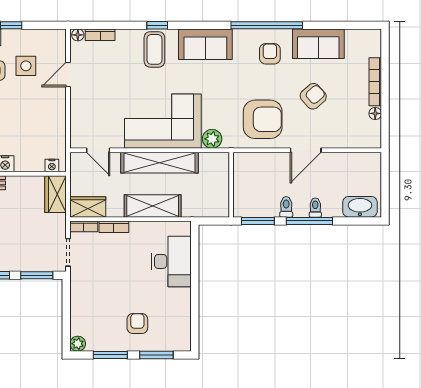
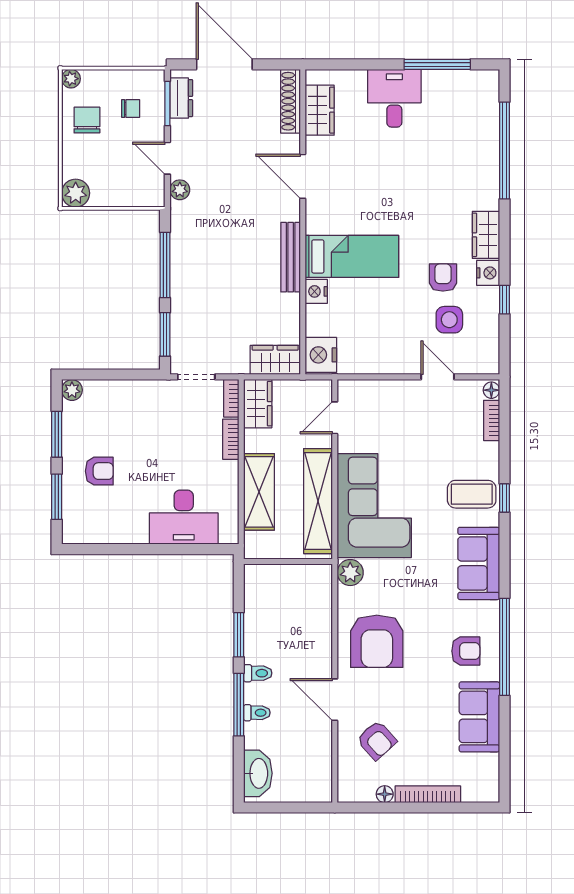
armchair: (313, 96) -> (377, 740), moved
nightstand: (52, 166) -> (321, 355), width x1.89, depth x1.79
wall: (231, 185) -> (288, 561), moved

